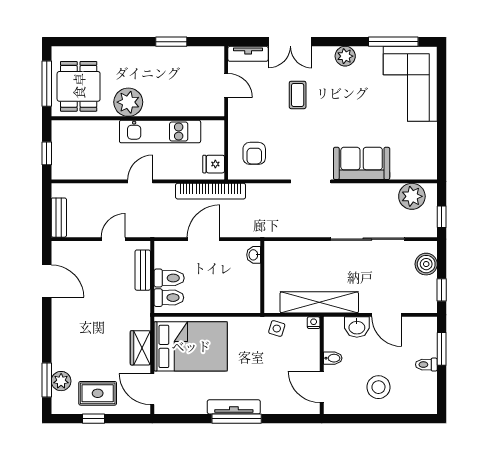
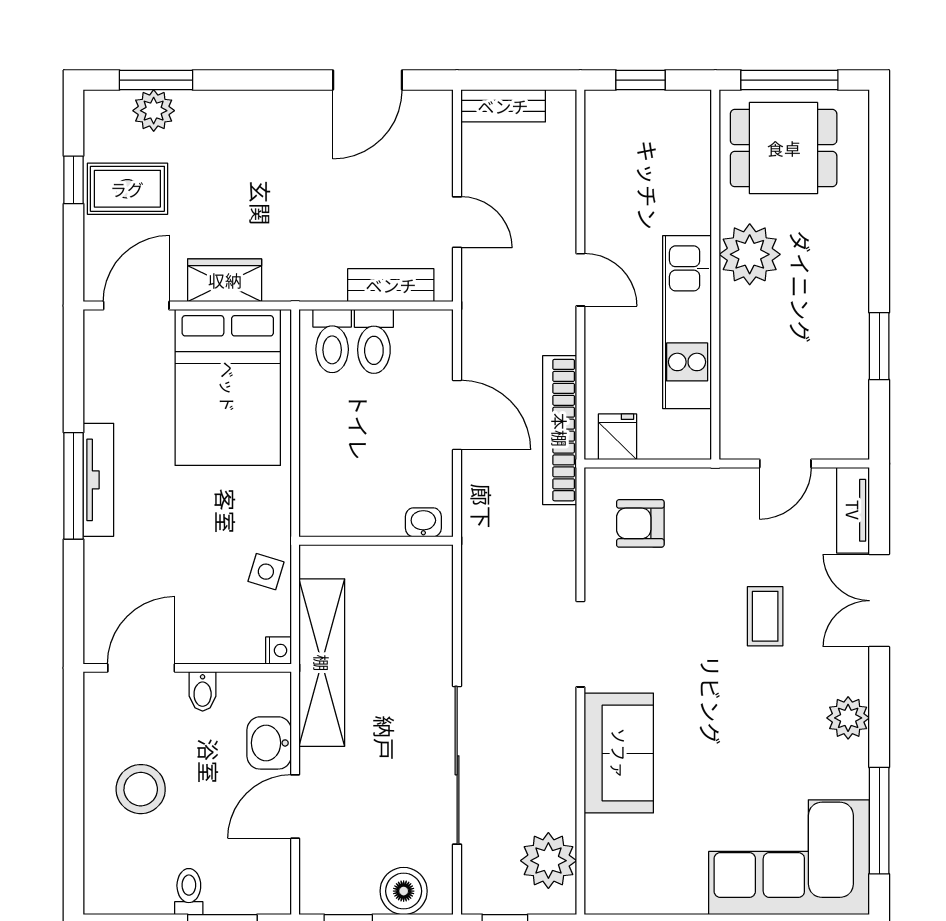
coffee table: (298, 95) -> (765, 616), turned 90
rug: (98, 393) -> (127, 189), turned 90

